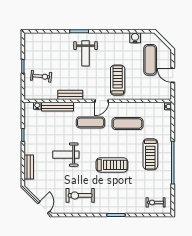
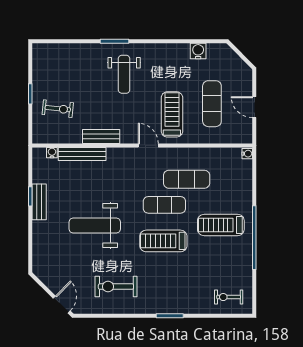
exercise mat: (150, 60) -> (212, 104), moved
door: (102, 101) -> (148, 145), swing flipped
exercise mat: (91, 122) -> (164, 205), moved
treadmill: (150, 154) -> (221, 225), turned 90
weight bench: (66, 155) -> (95, 226), width x1.36, depth x1.33
treadmill: (112, 165) -> (163, 241), turned 180
bench: (29, 167) -> (39, 202), moved

